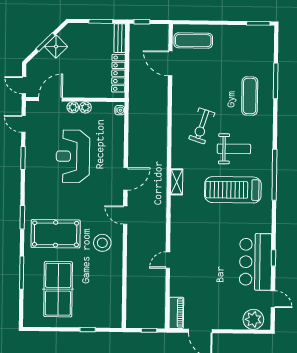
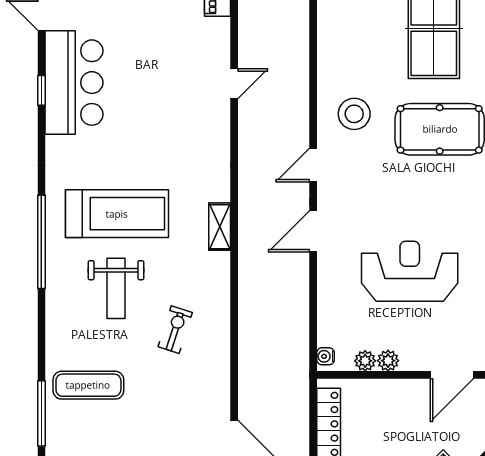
exercise mat: (250, 96) -> (88, 385), turned 90
plant: (73, 107) -> (365, 361), moved
exercise bike: (202, 126) -> (175, 330), width x0.73, depth x0.72
weight bench: (234, 149) -> (116, 288), turned -90
reception desk: (73, 156) -> (410, 271), turned -90
door: (125, 215) -> (313, 165), swing flipped

